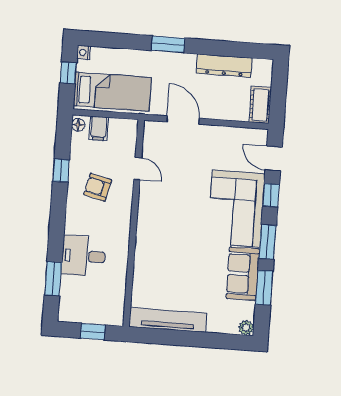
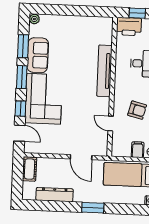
printer: (106, 312) -> (129, 27), added
tv unit: (168, 320) -> (104, 71), moved, turned 90

